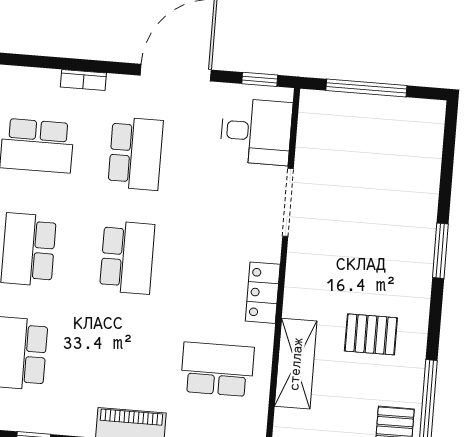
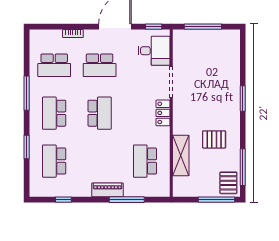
school desk: (136, 154) -> (100, 65), turned 90
locker: (263, 293) -> (163, 113), moved
school desk: (217, 369) -> (145, 161), turned -90

